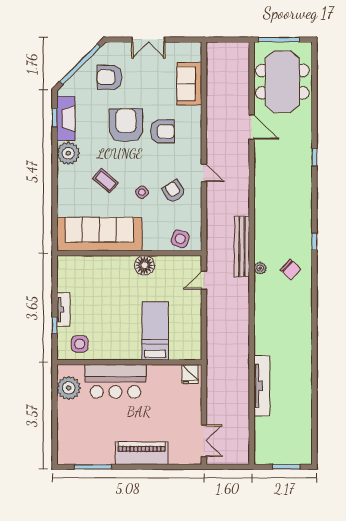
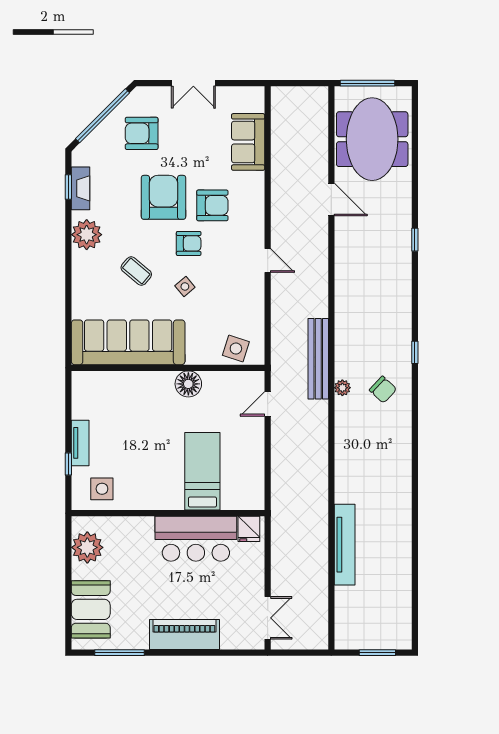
fireplace: (66, 119) -> (81, 188), width x0.73, depth x0.76
armchair: (174, 191) -> (189, 243), moved, turned 122
bar counter: (115, 381) -> (196, 539), moved
booth: (71, 434) -> (91, 609), added

